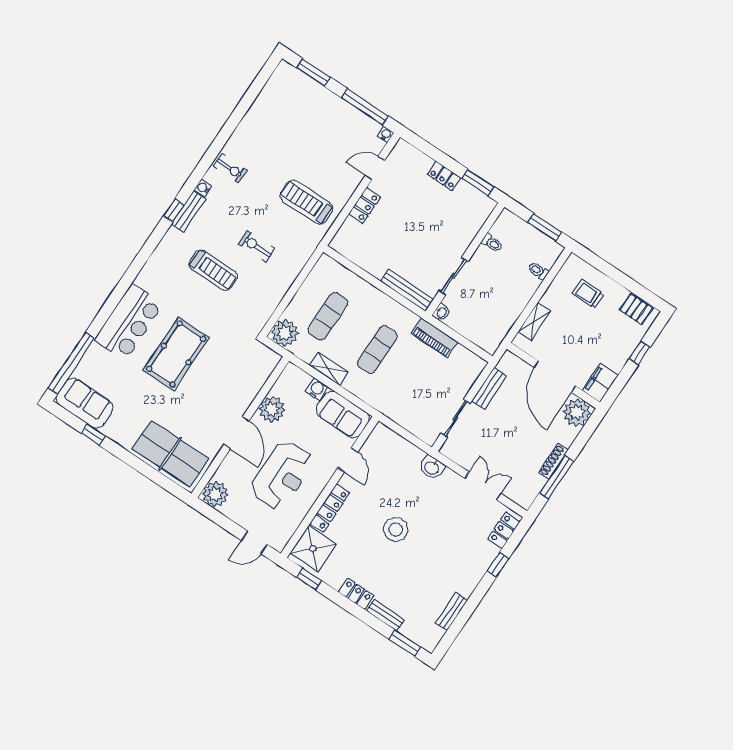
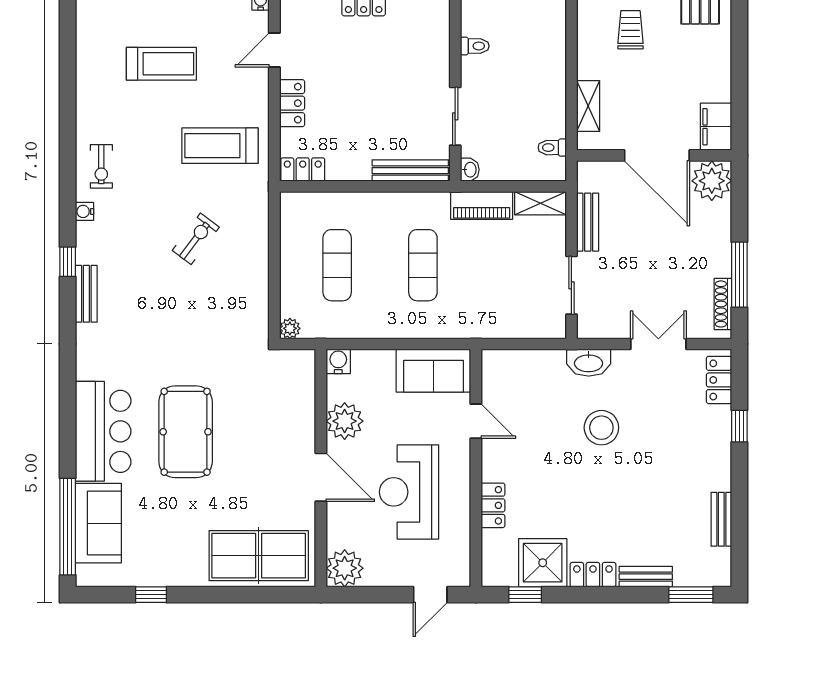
exercise bike: (230, 168) -> (101, 166), turned 90
bench: (189, 211) -> (86, 294), moved
exercise bike: (257, 247) -> (196, 239), turned 127
locker: (345, 248) -> (303, 170), added
treadmill: (213, 270) -> (161, 64), moved
toilet: (538, 271) -> (552, 148), moved
trolley: (588, 294) -> (630, 30), turned 90
plant: (285, 333) -> (290, 328), width x0.53, depth x0.53
window: (640, 353) -> (739, 59), removed
shelving: (329, 369) -> (540, 203), moved
water cooler: (317, 389) -> (338, 361), moved
sofa: (84, 403) -> (98, 523), moved, turned 90
shoe rack: (553, 461) -> (723, 304), moved
washbasin: (432, 467) -> (589, 363), width x1.38
reception desk: (282, 475) -> (409, 492), turned 180
locker: (330, 508) -> (493, 505), width x0.66
stool: (396, 529) -> (601, 428), moved
shower: (313, 549) -> (543, 563), moved

